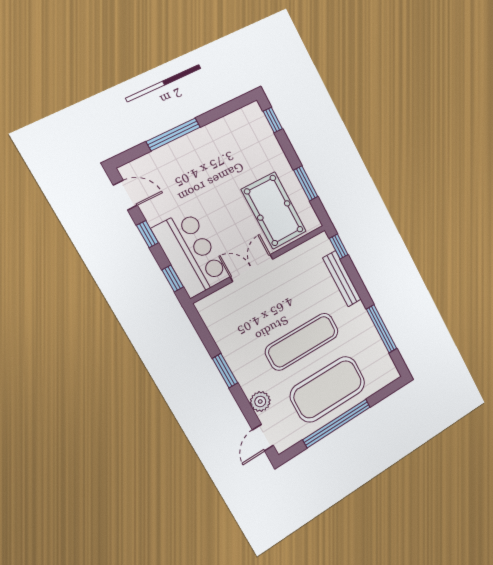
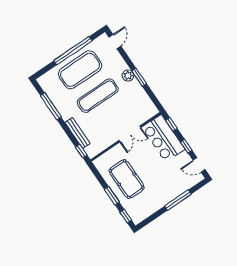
window: (306, 183) -> (112, 196), moved
pool table: (274, 211) -> (127, 179), moved
plant: (260, 402) -> (128, 76), moved

